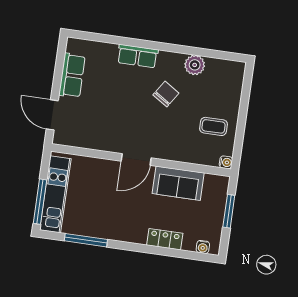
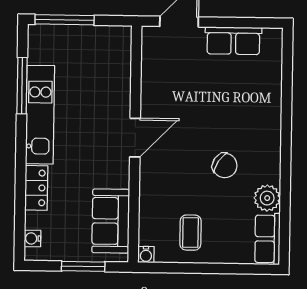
row of seats: (138, 56) -> (267, 239), moved
door: (136, 159) -> (135, 138), swing flipped
sofa: (178, 183) -> (111, 221), moved
kitchen unit: (55, 194) -> (40, 115), moved, turned -90

